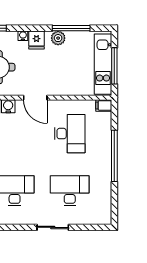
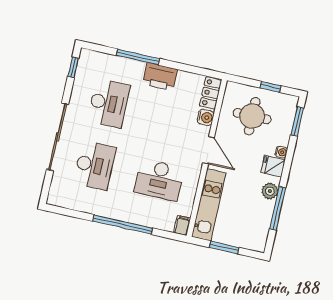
kitchen unit: (103, 64) -> (209, 205), moved, turned 90
window: (114, 66) -> (224, 247), width x0.69
door: (35, 98) -> (208, 150), swing flipped
sliding door: (53, 227) -> (58, 137), width x1.86

